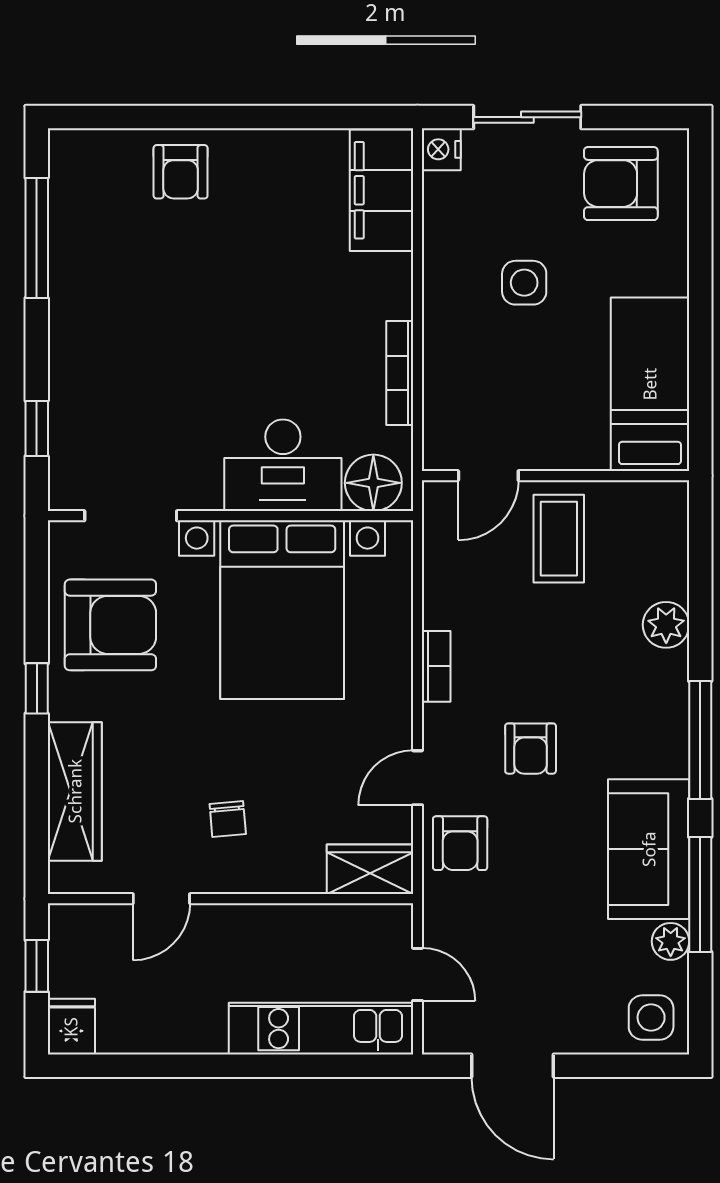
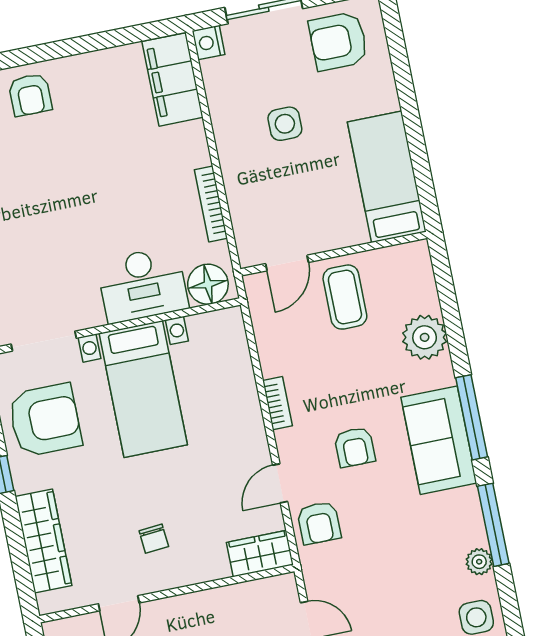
bed with nightstands: (282, 610) -> (143, 389), width x0.73
plant: (666, 625) -> (425, 337), width x1.36, depth x1.36
sofa: (649, 849) -> (439, 440), moved

